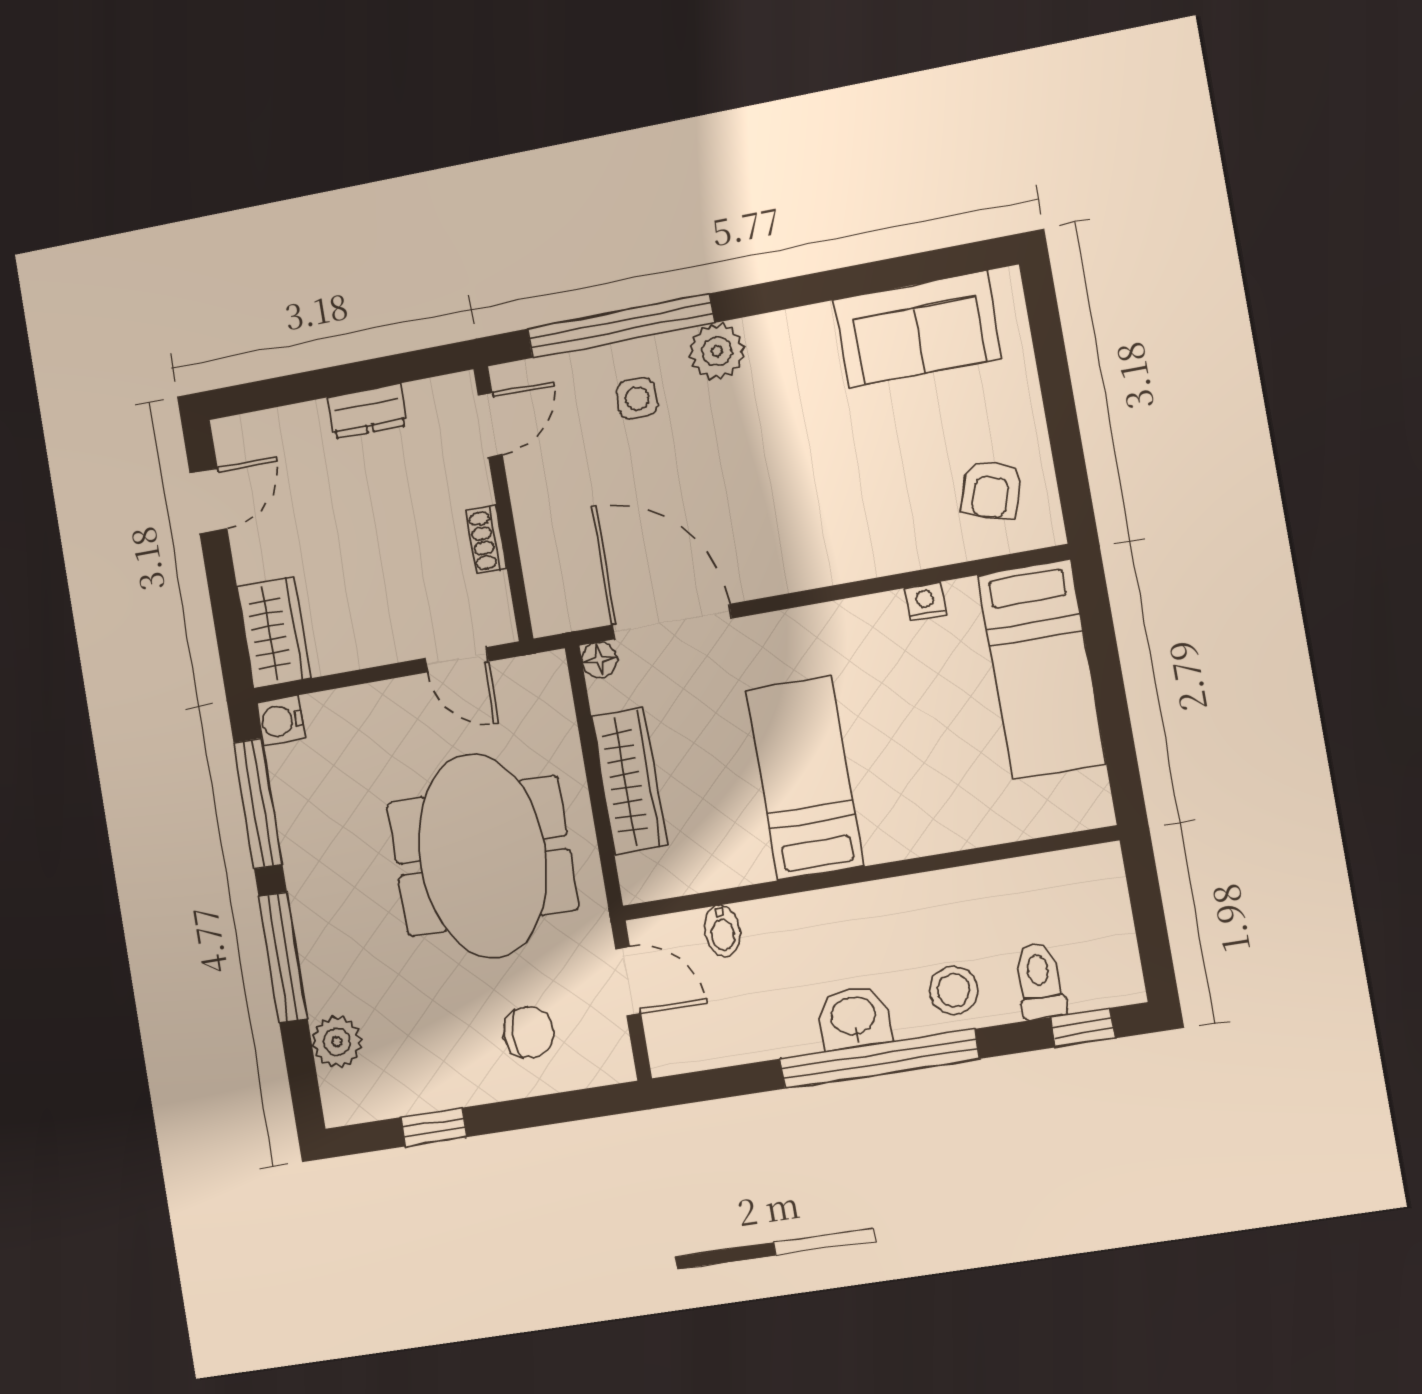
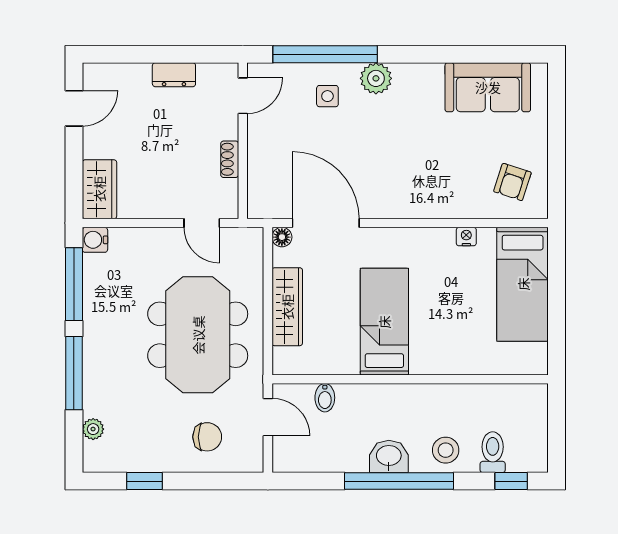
plant: (337, 1042) -> (93, 429), width x0.73, depth x0.73

